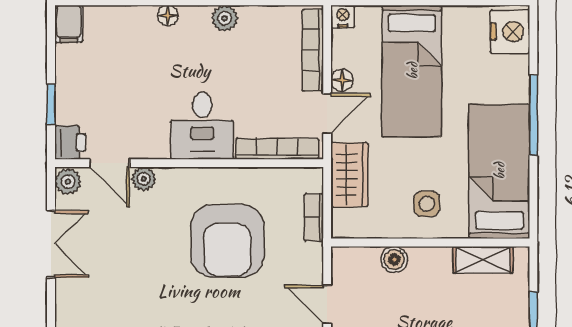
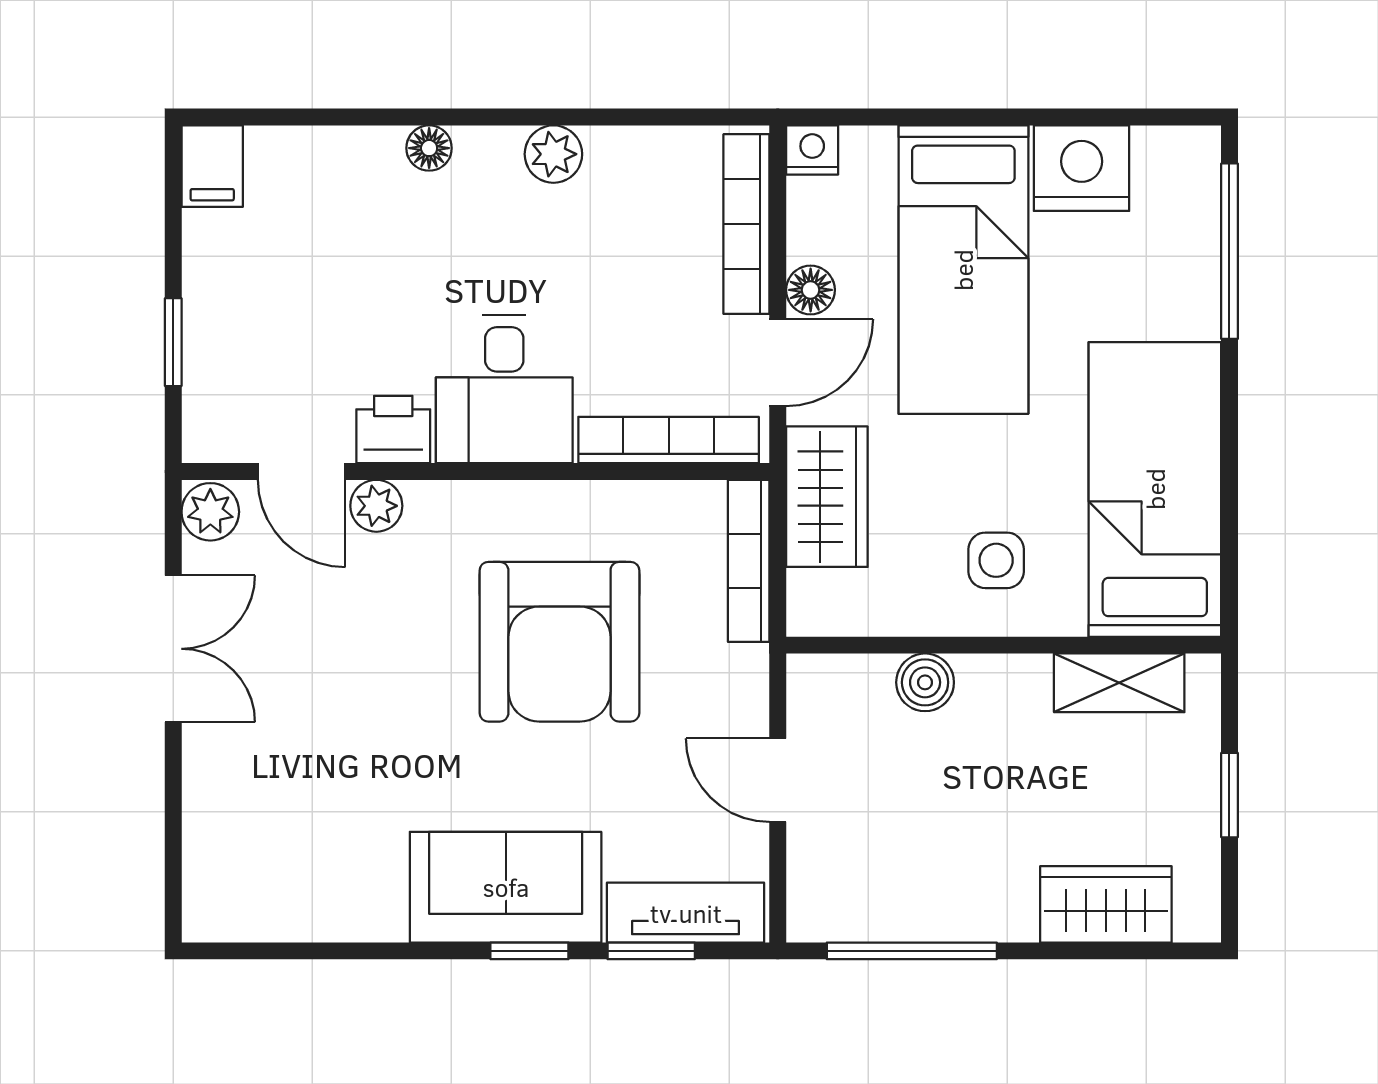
nightstand: (510, 32) -> (1082, 168), moved, turned -90
window: (533, 115) -> (1229, 251), moved
printer: (70, 142) -> (393, 429), moved, turned -90
bookcase: (314, 217) -> (749, 561), width x1.56

